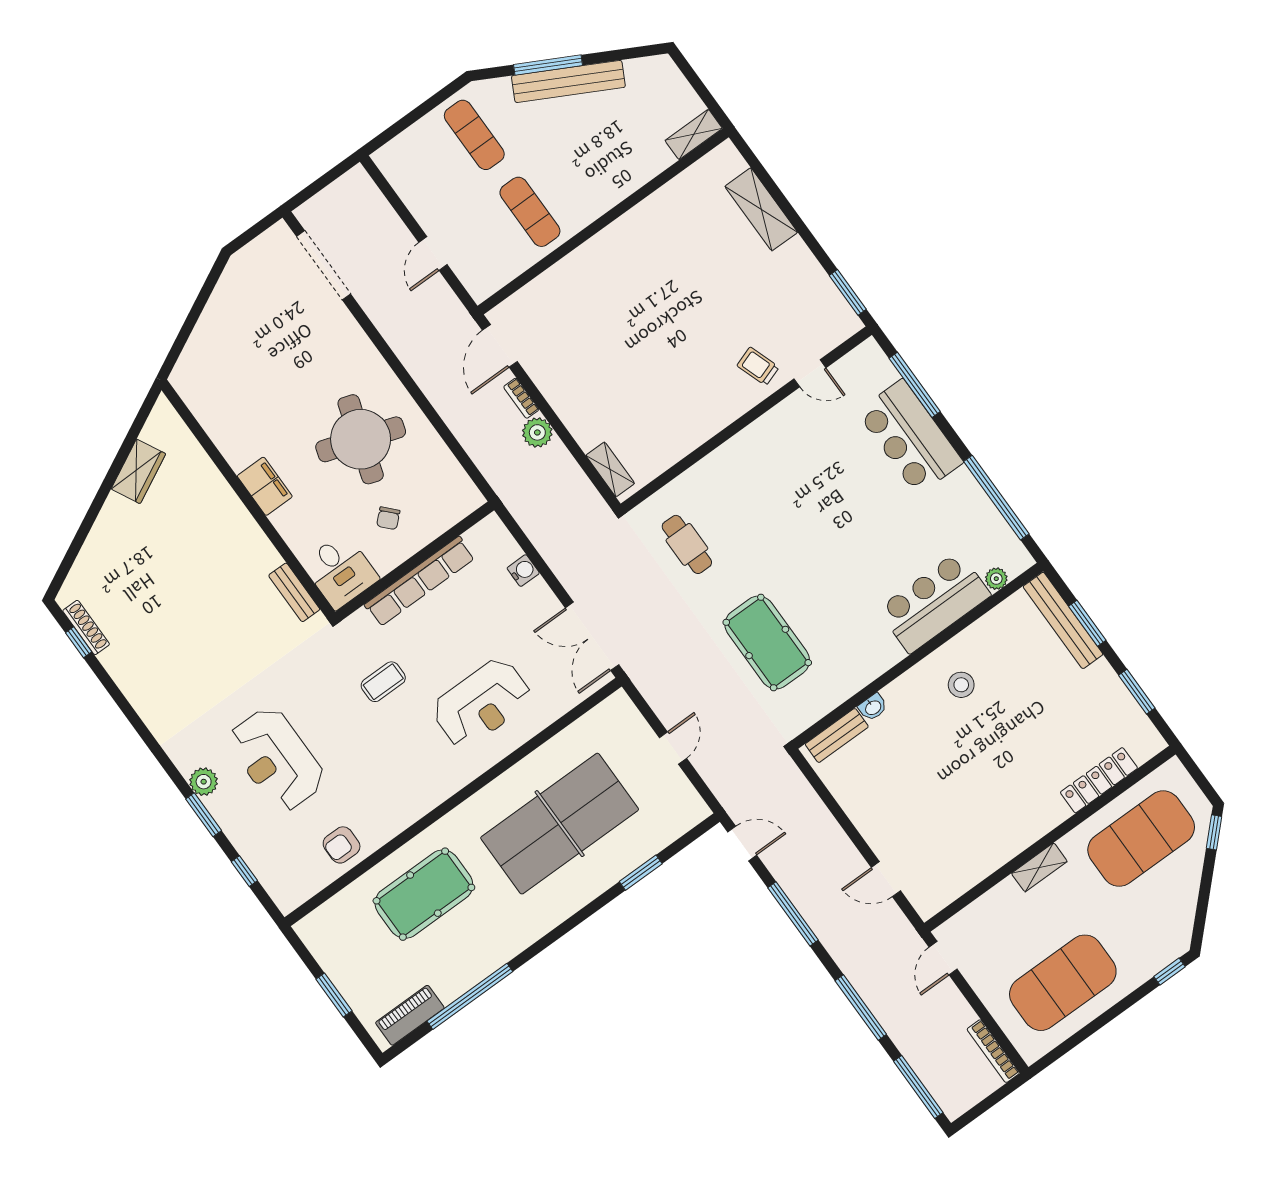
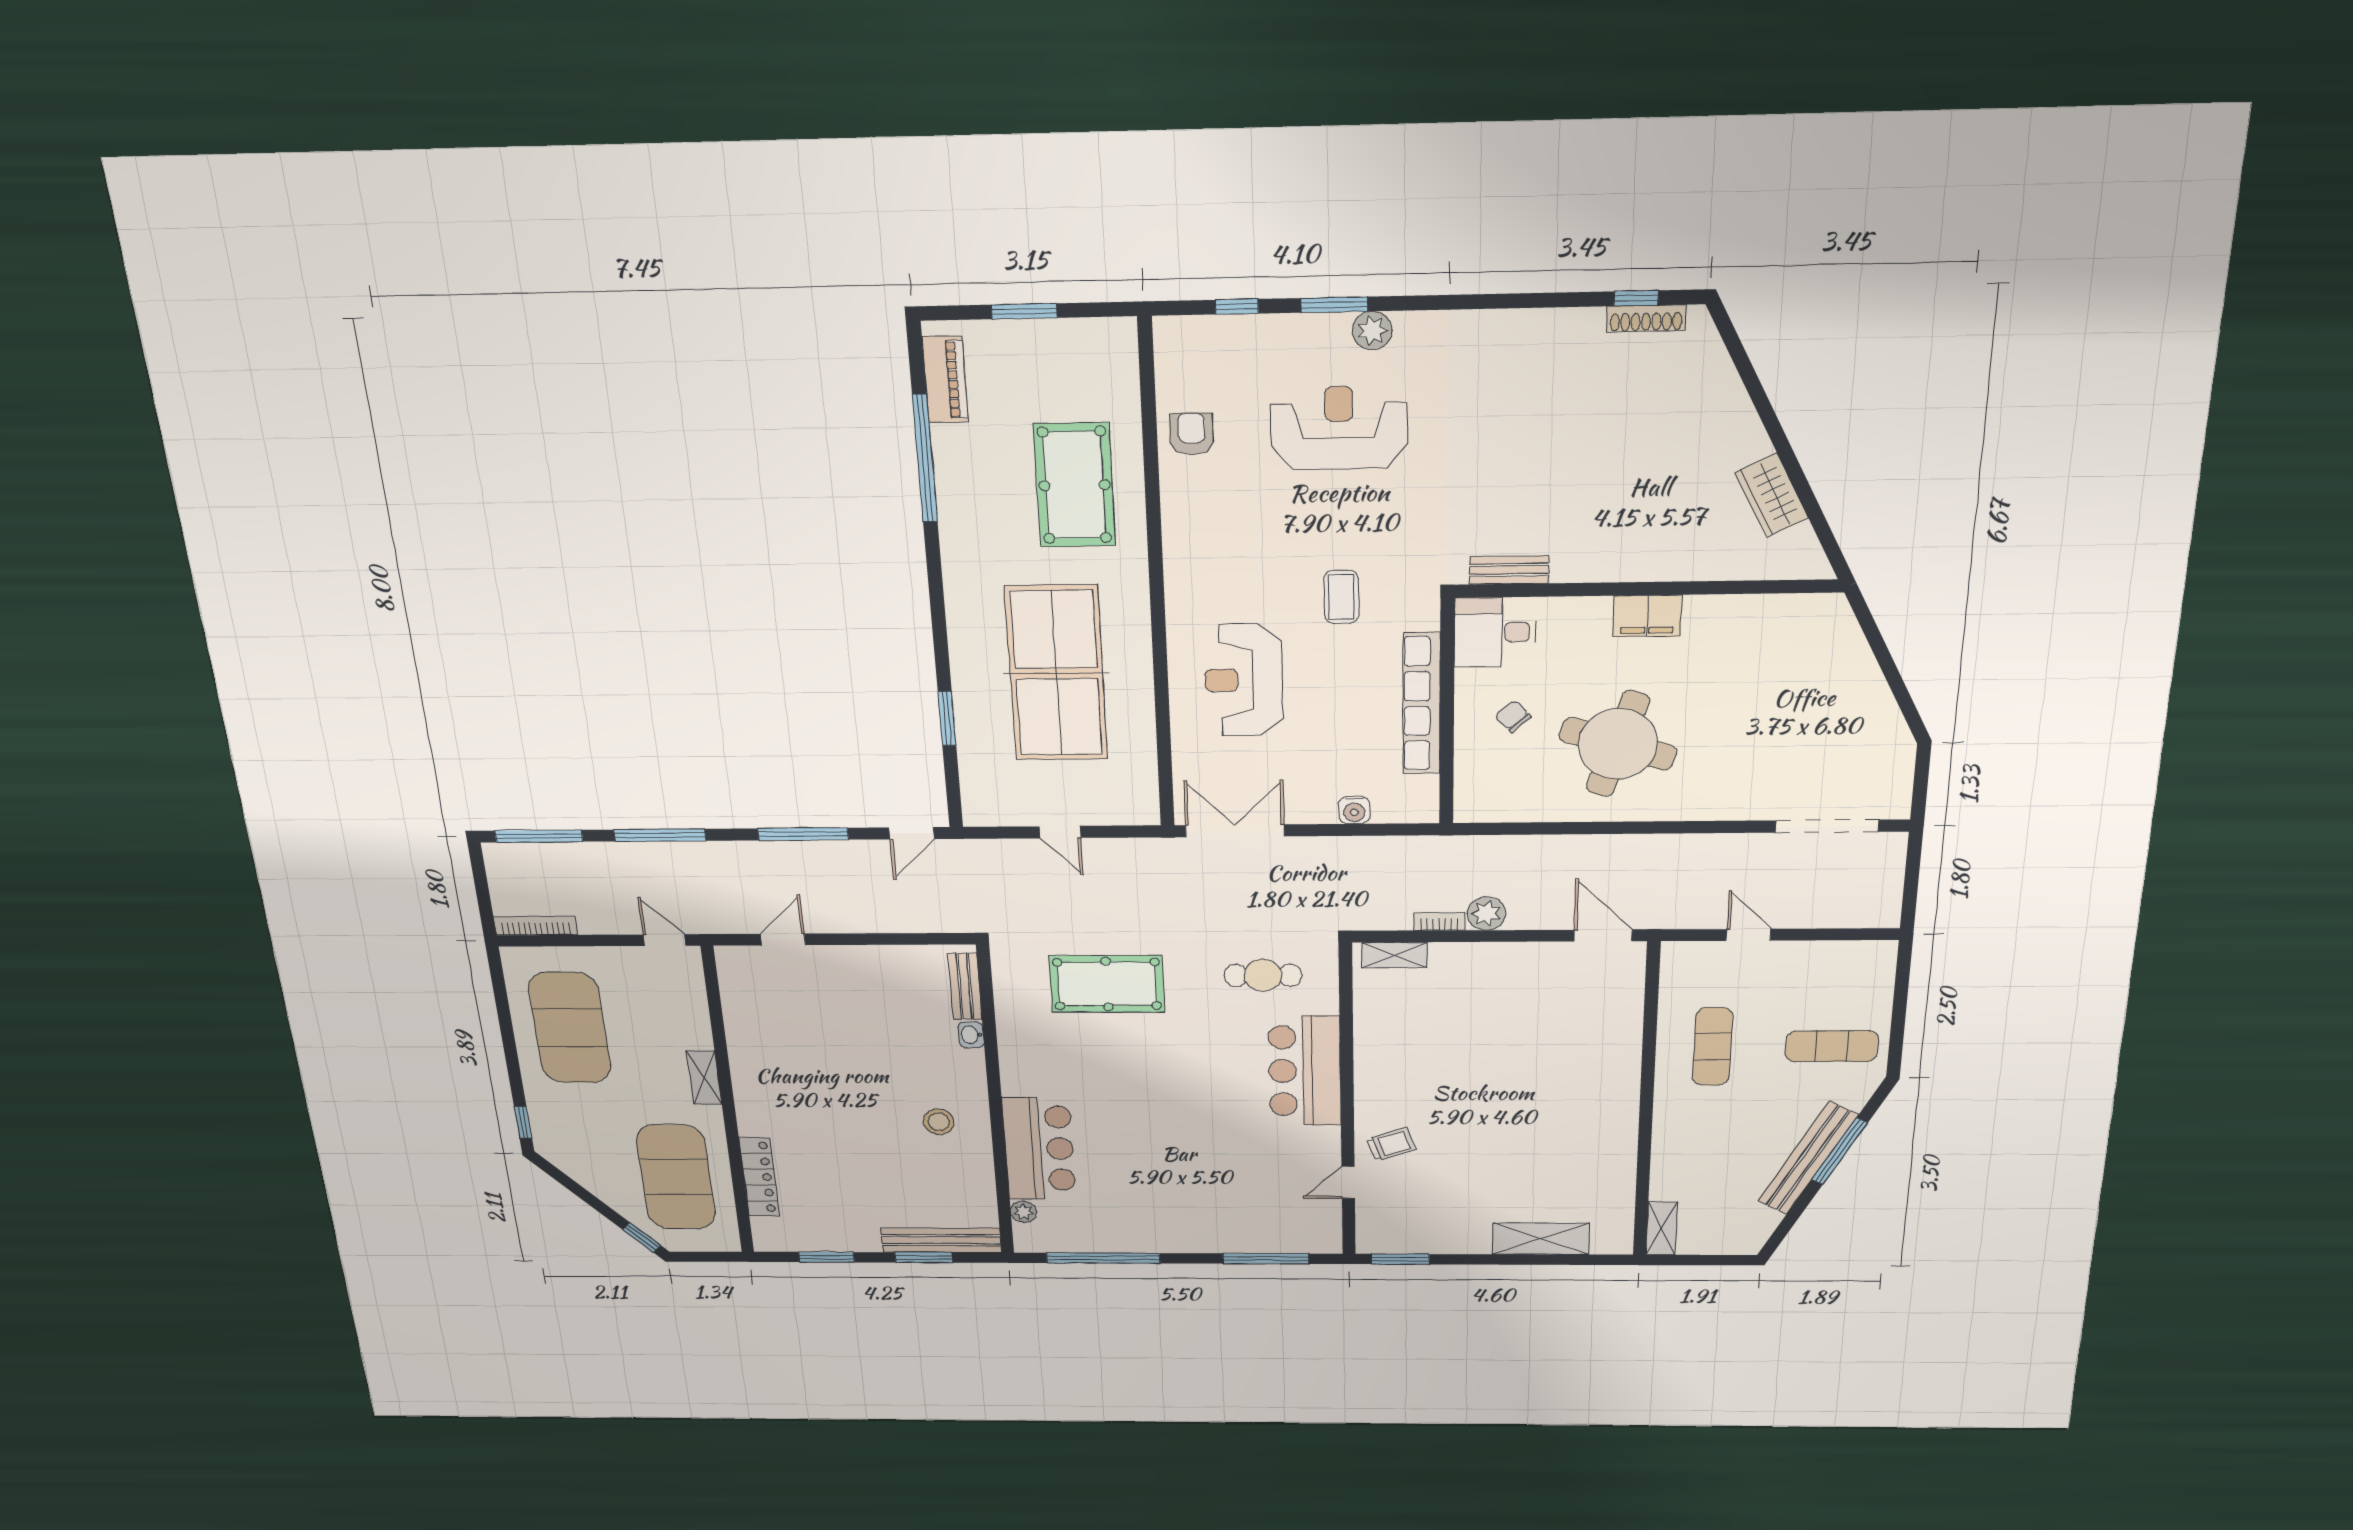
exercise mat: (530, 212) -> (1712, 1046), turned 90
bookcase: (521, 398) -> (1439, 922), moved
bar counter: (910, 437) -> (1305, 1071), moved, turned -90

